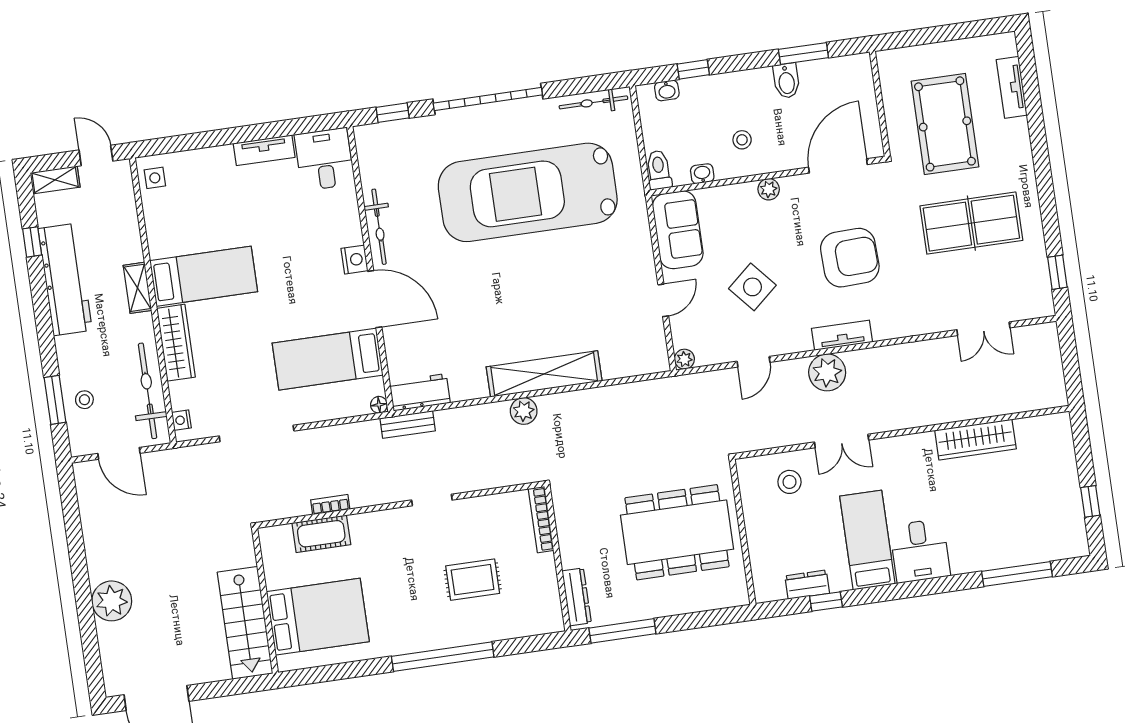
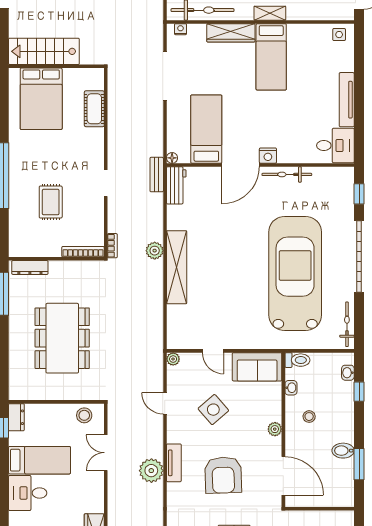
tv unit: (264, 150) -> (347, 100), width x1.41
plant: (827, 372) -> (151, 471), moved
bookcase: (330, 505) -> (112, 246), moved
wall: (743, 532) -> (56, 402), moved

